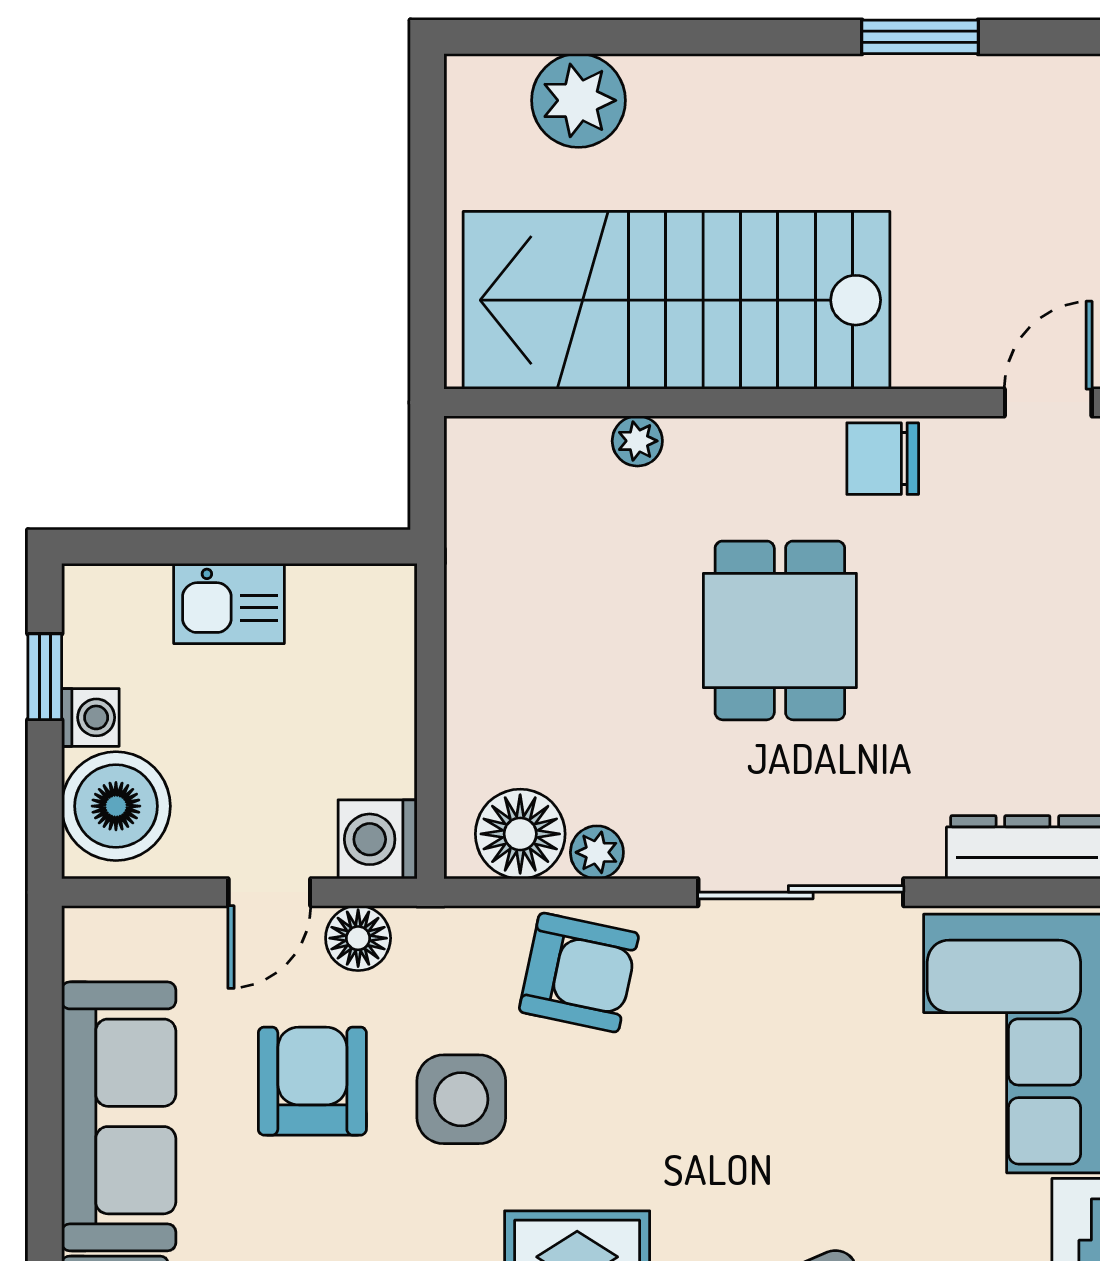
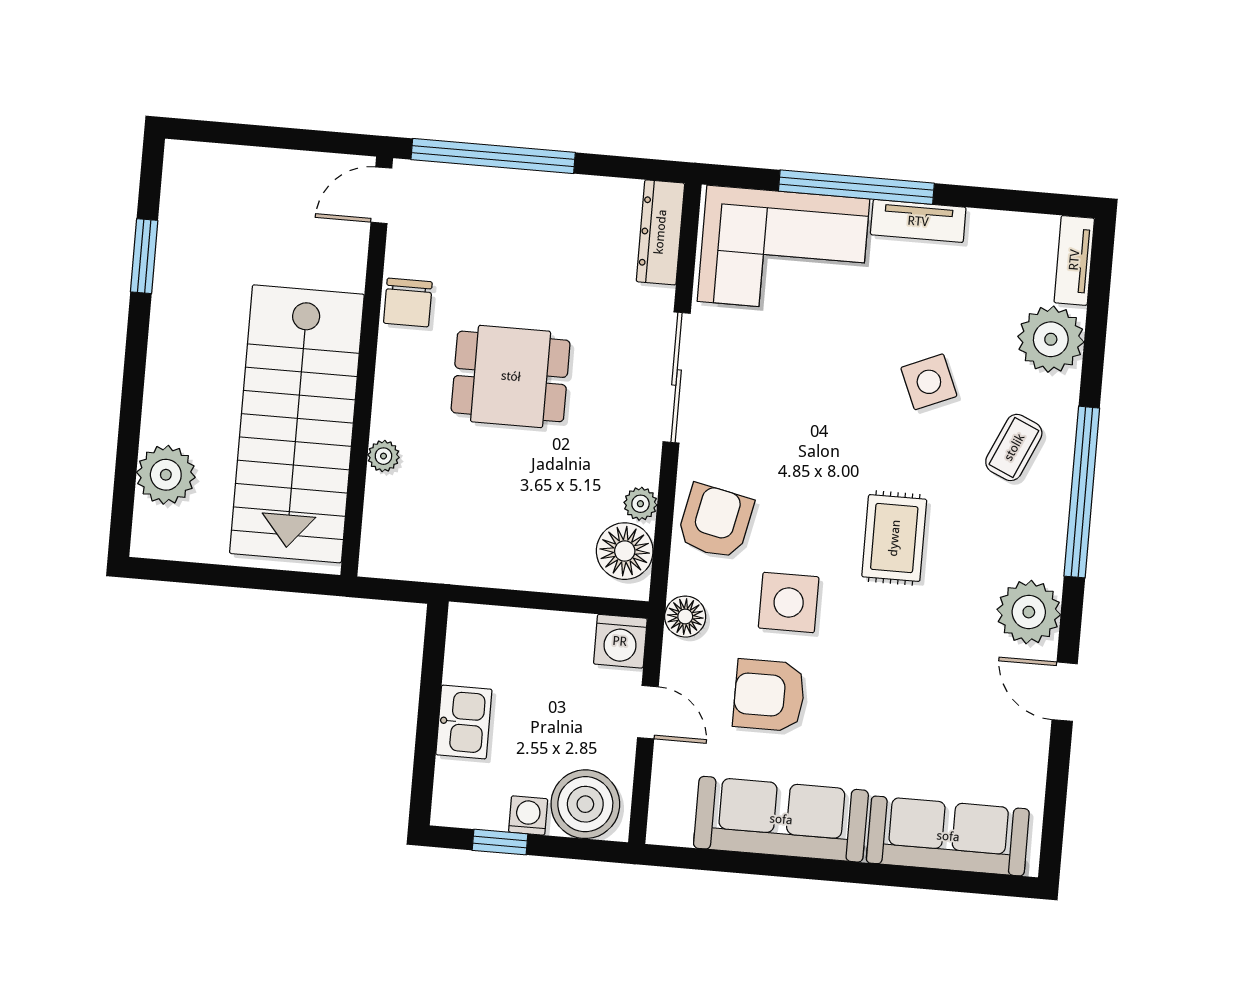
door: (1048, 402) -> (381, 195), hinge flipped
floor lamp: (358, 938) -> (685, 617), moved

